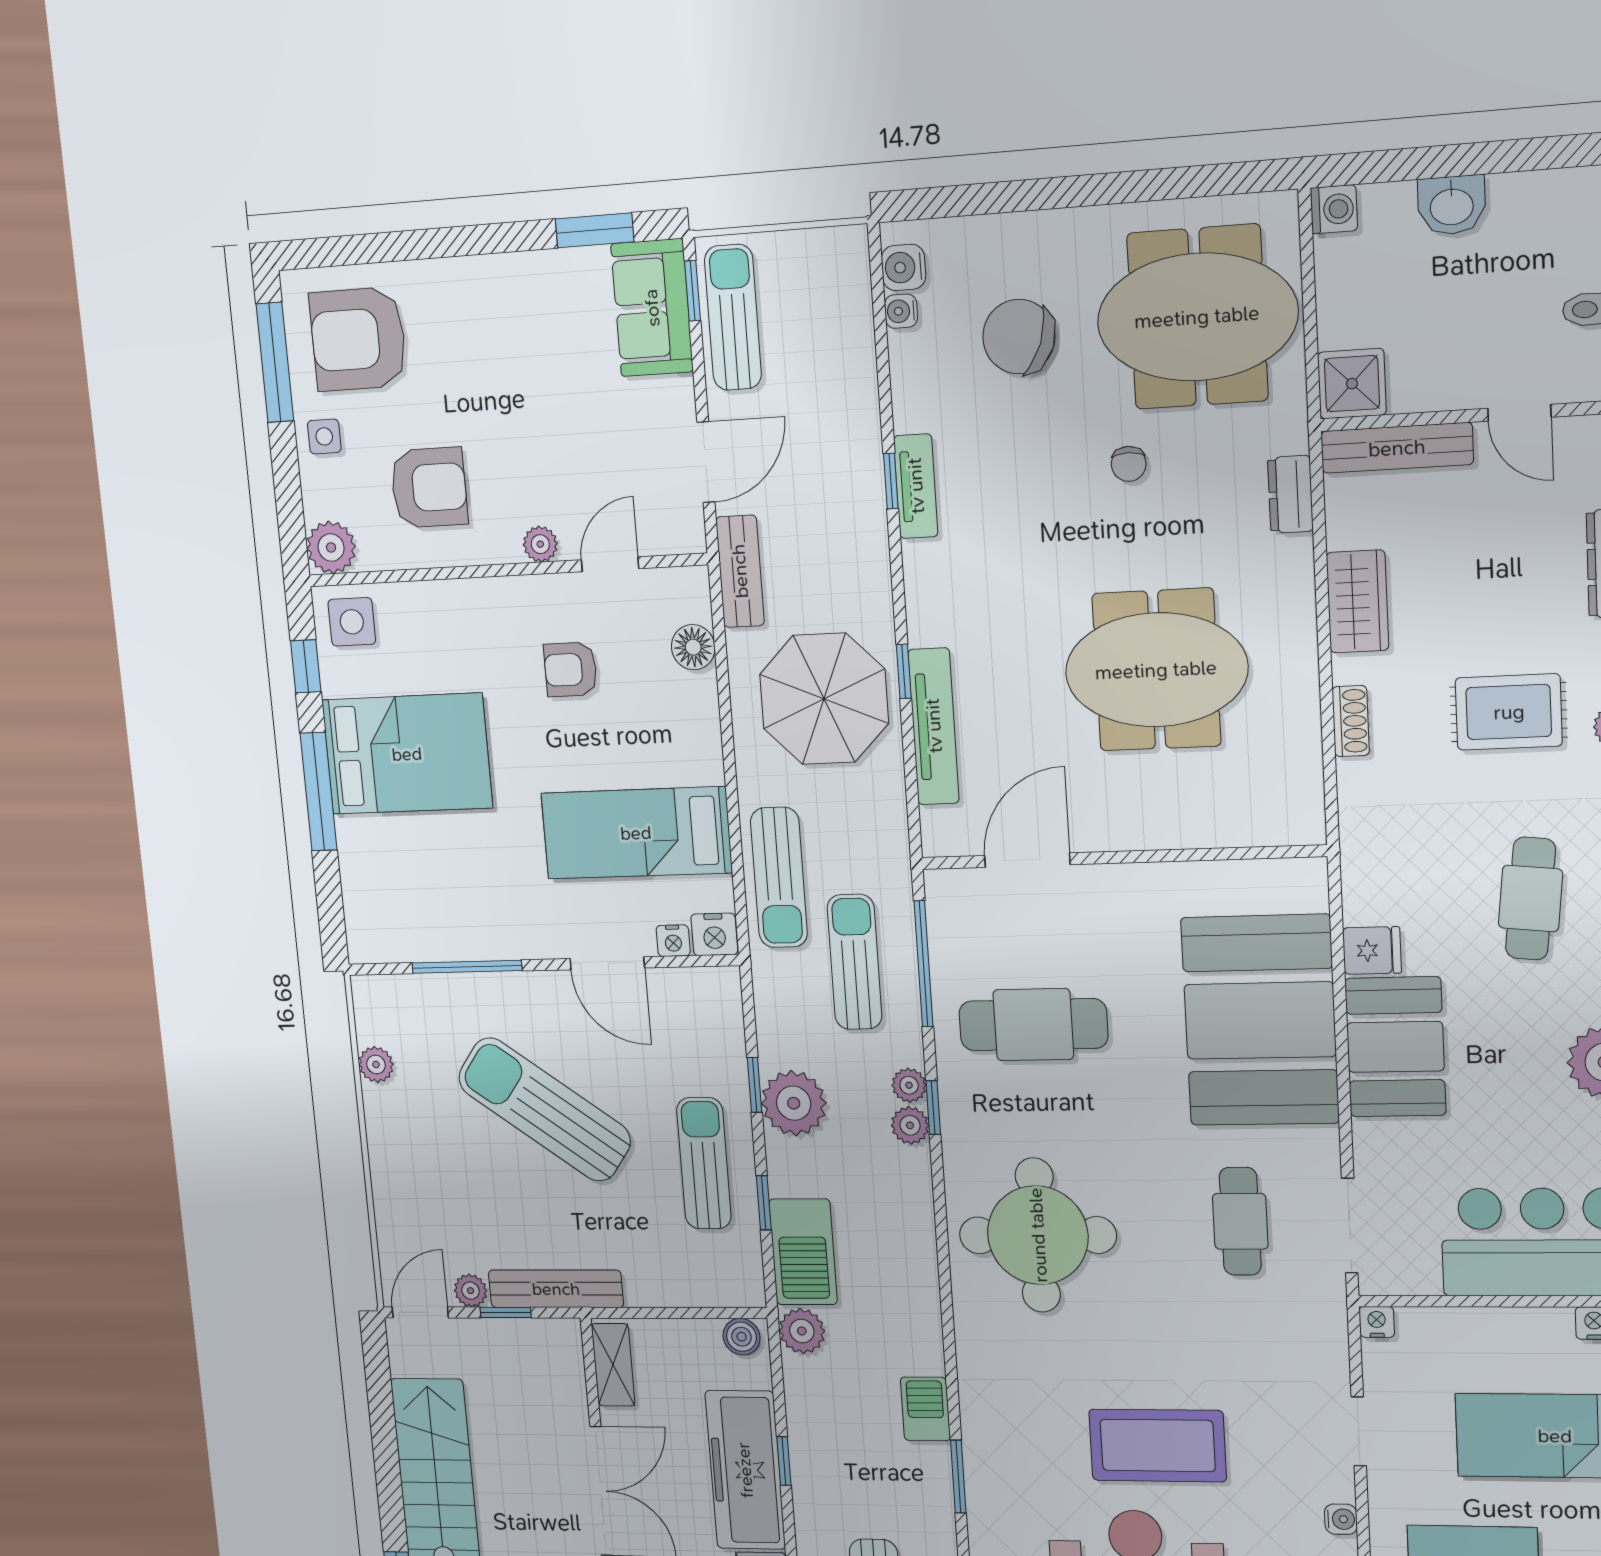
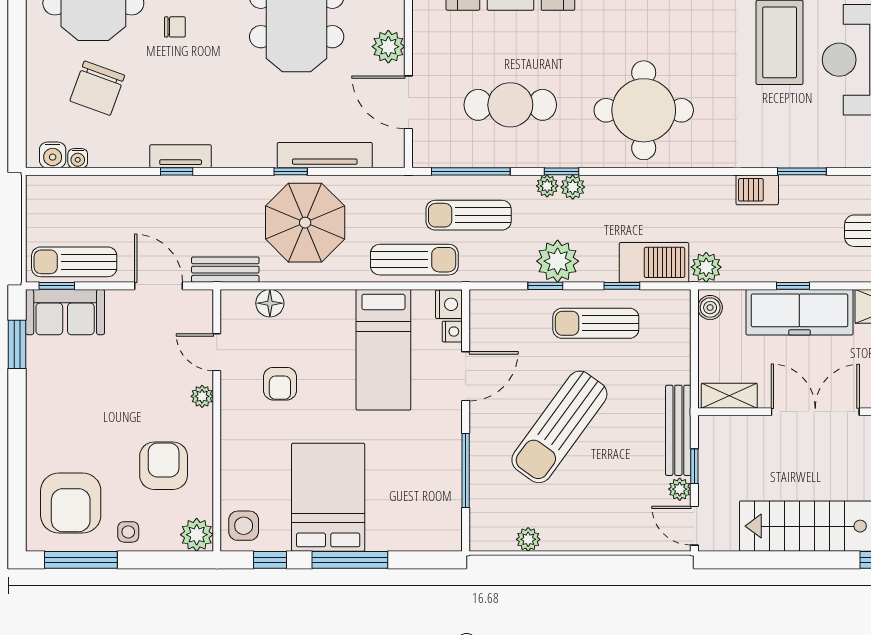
plant: (1116, 824) -> (388, 47), added
cafe table: (1033, 1025) -> (510, 105), turned 90

